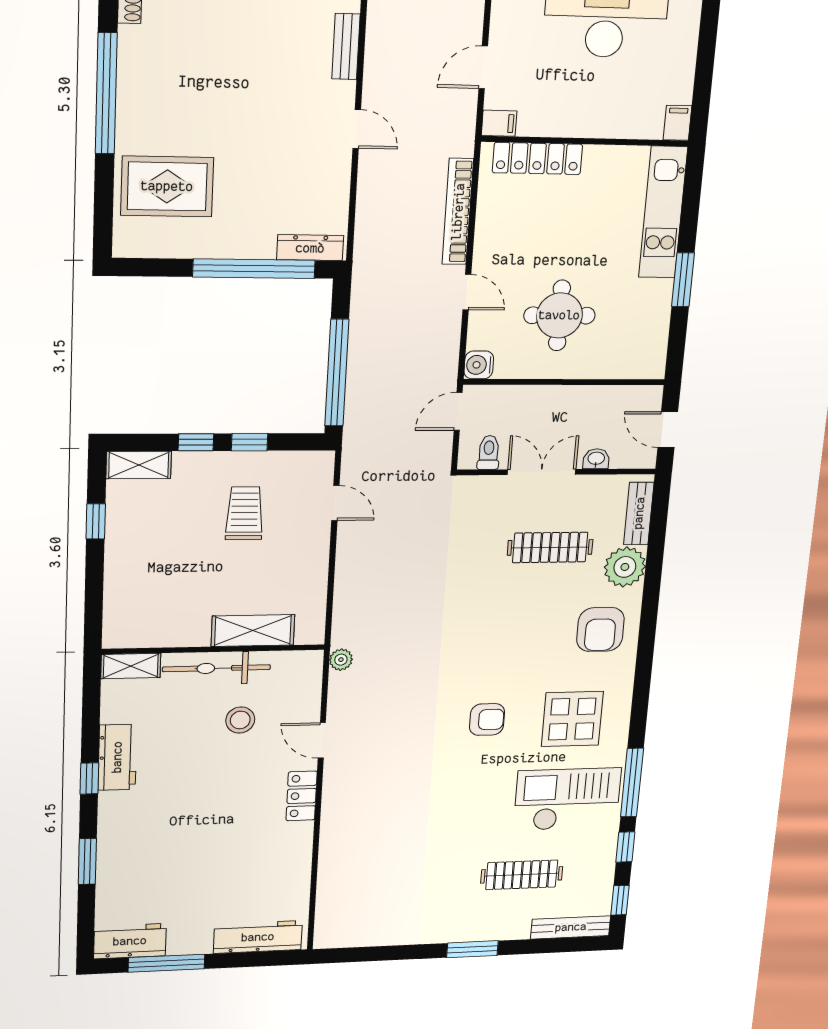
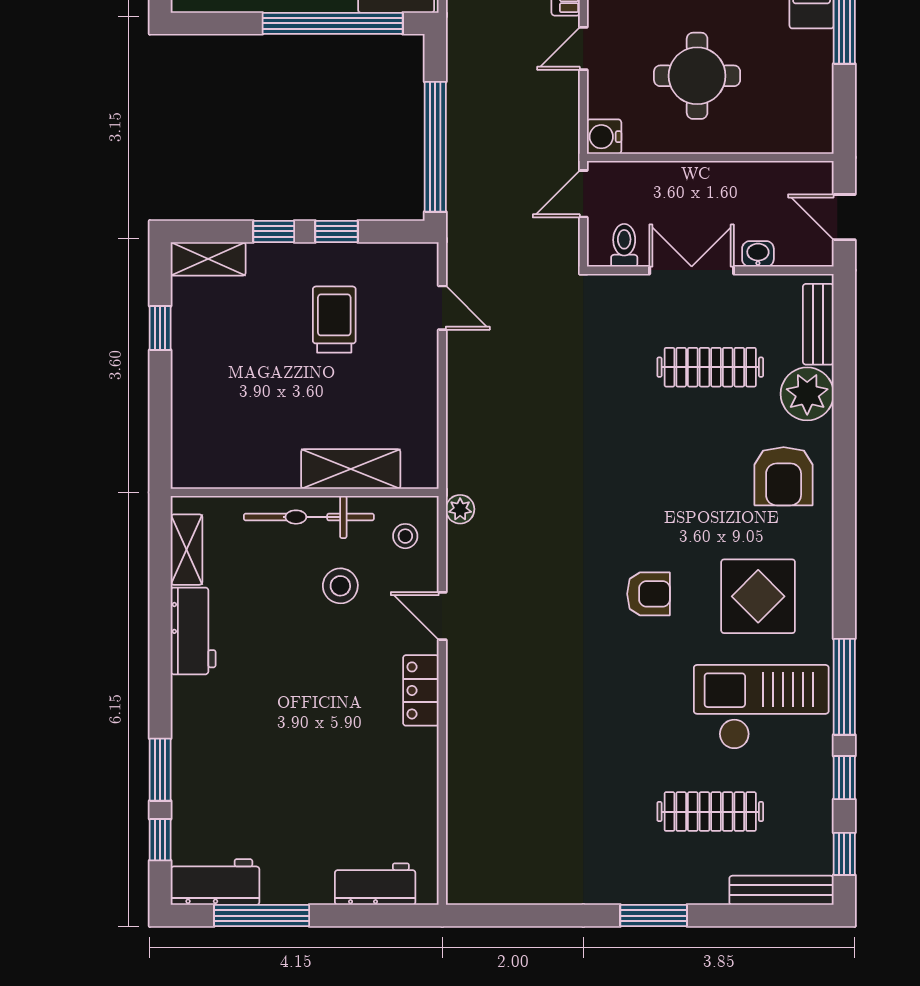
door: (467, 292) -> (583, 49), swing flipped
shelving: (131, 666) -> (187, 550), moved, turned 90
stool: (295, 681) -> (405, 536), added
window: (89, 778) -> (160, 840), moved
workbench: (258, 937) -> (375, 884), width x0.73

